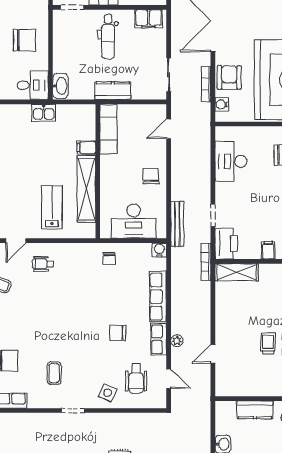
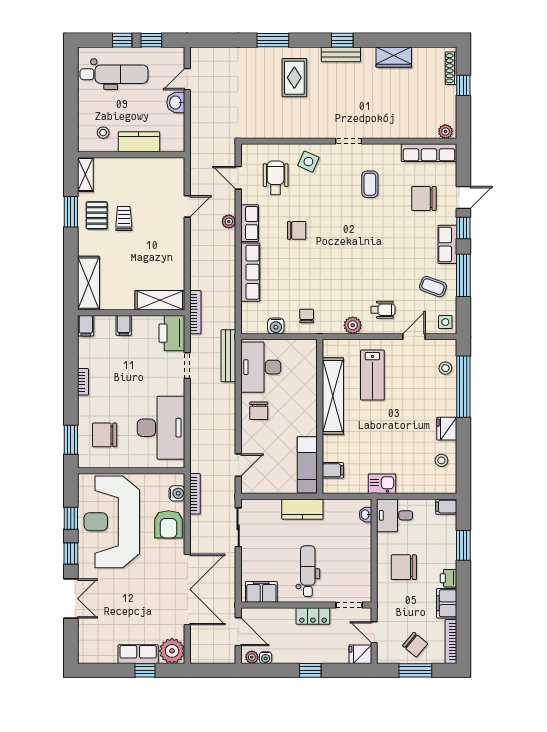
bookcase: (206, 84) -> (195, 494), moved
washbasin: (60, 86) -> (365, 515), width x0.52, depth x0.69
filing cabinet: (86, 148) -> (333, 470), moved
desk: (231, 161) -> (161, 428), width x1.36, depth x1.30
desk: (134, 221) -> (261, 367), moved, turned -90
plant: (69, 250) -> (353, 325), added
water cooler: (159, 250) -> (276, 326), moved
trolley: (268, 343) -> (124, 218), turned 180

